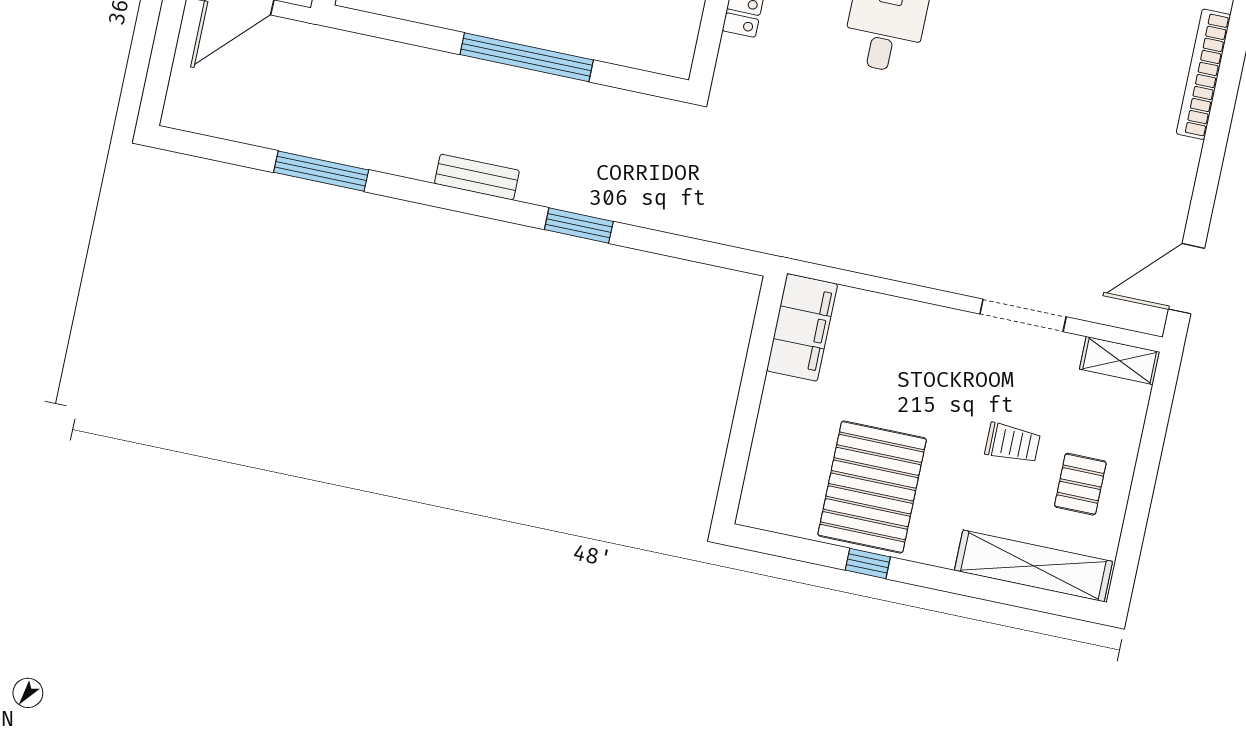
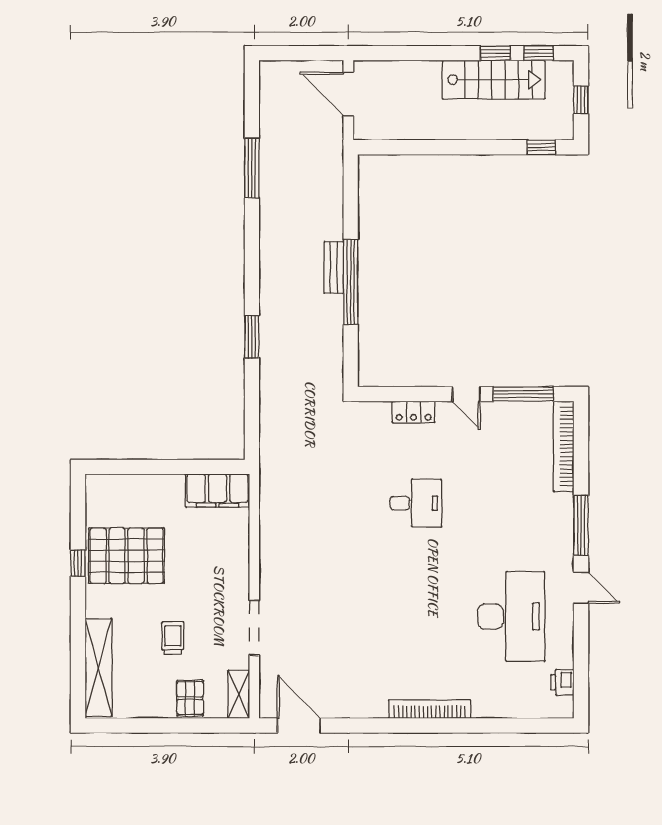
bench: (477, 177) -> (334, 268), moved
trolley: (1013, 443) -> (173, 638), turned 180
pallet: (1080, 484) -> (190, 698), moved, turned 90

